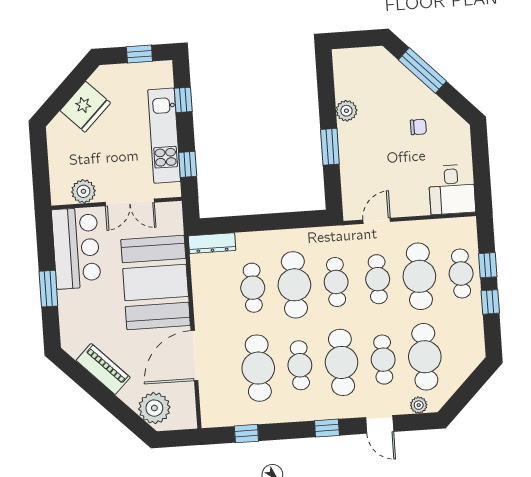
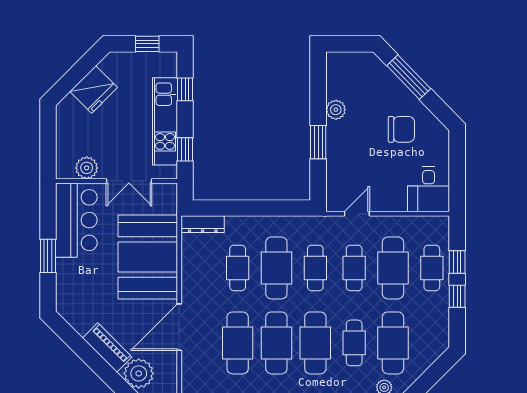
chair: (418, 127) -> (401, 129), width x1.87, depth x1.87
cafe table: (300, 365) -> (276, 343), width x1.37, depth x1.35
piano: (103, 369) -> (107, 348), moved

